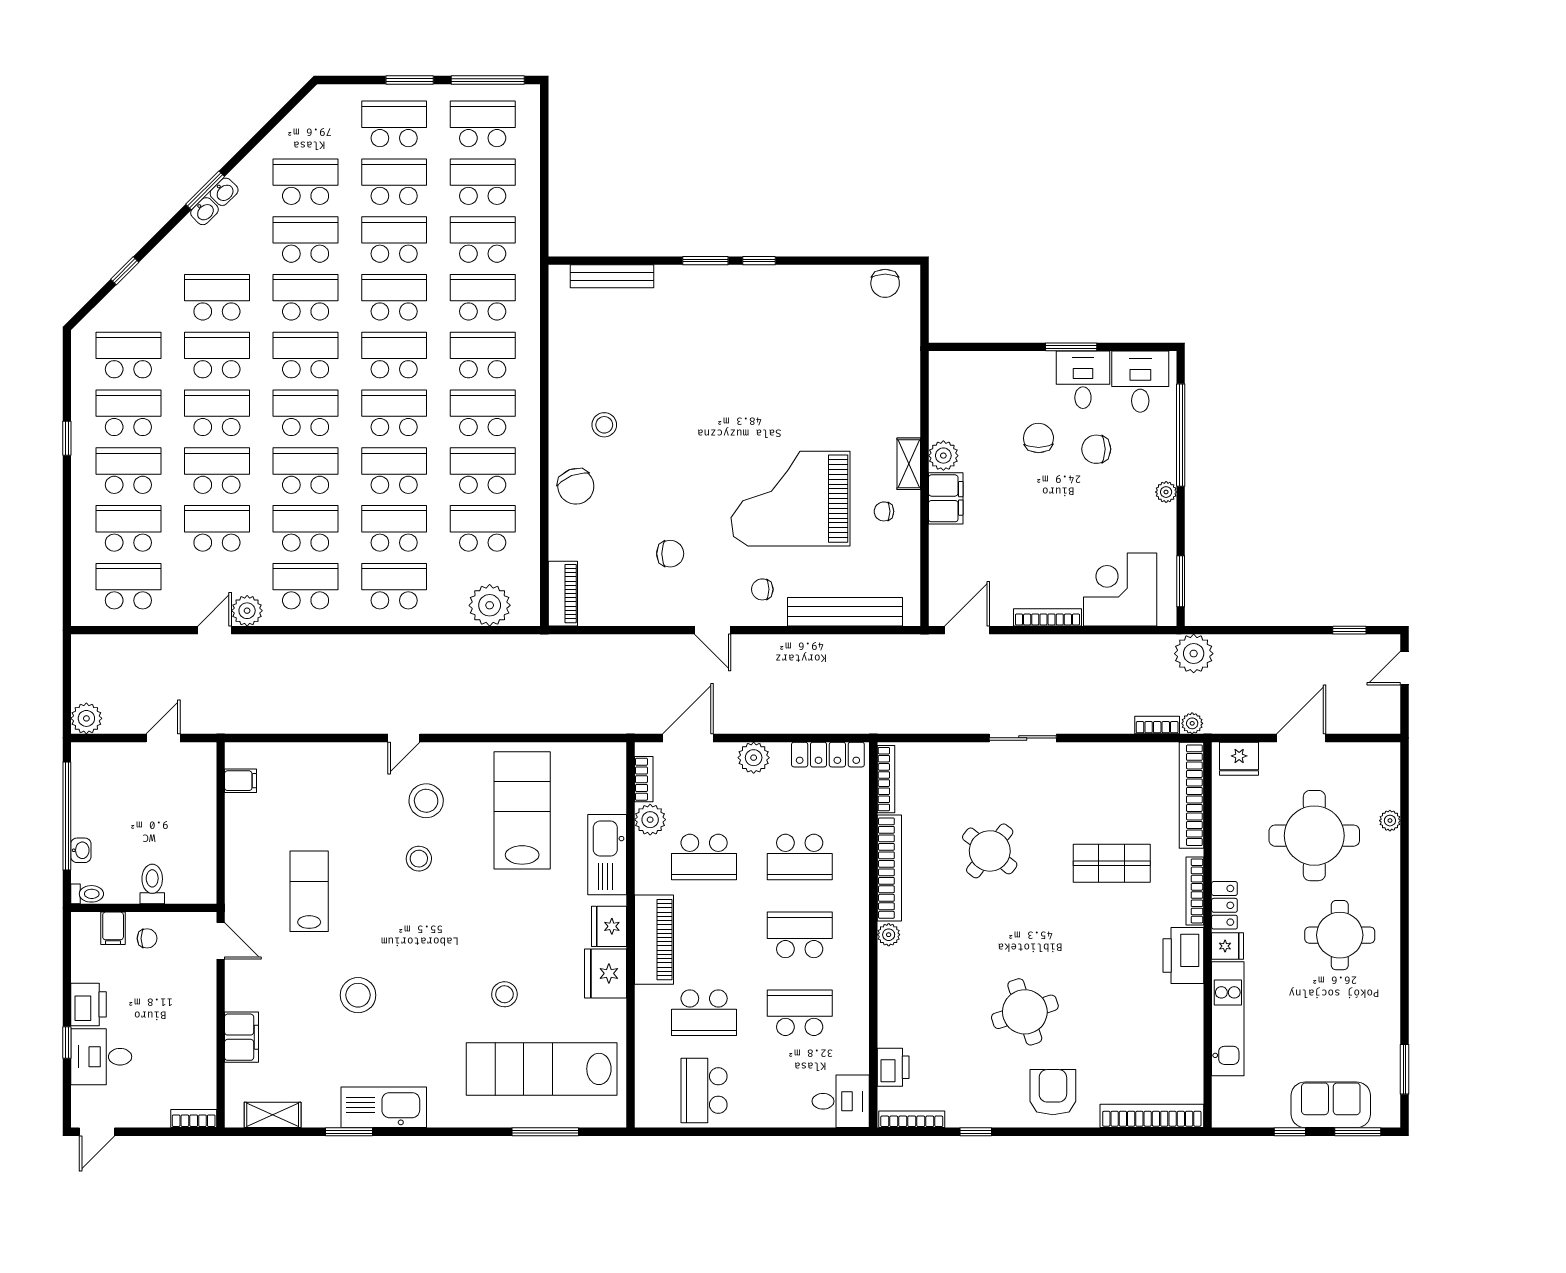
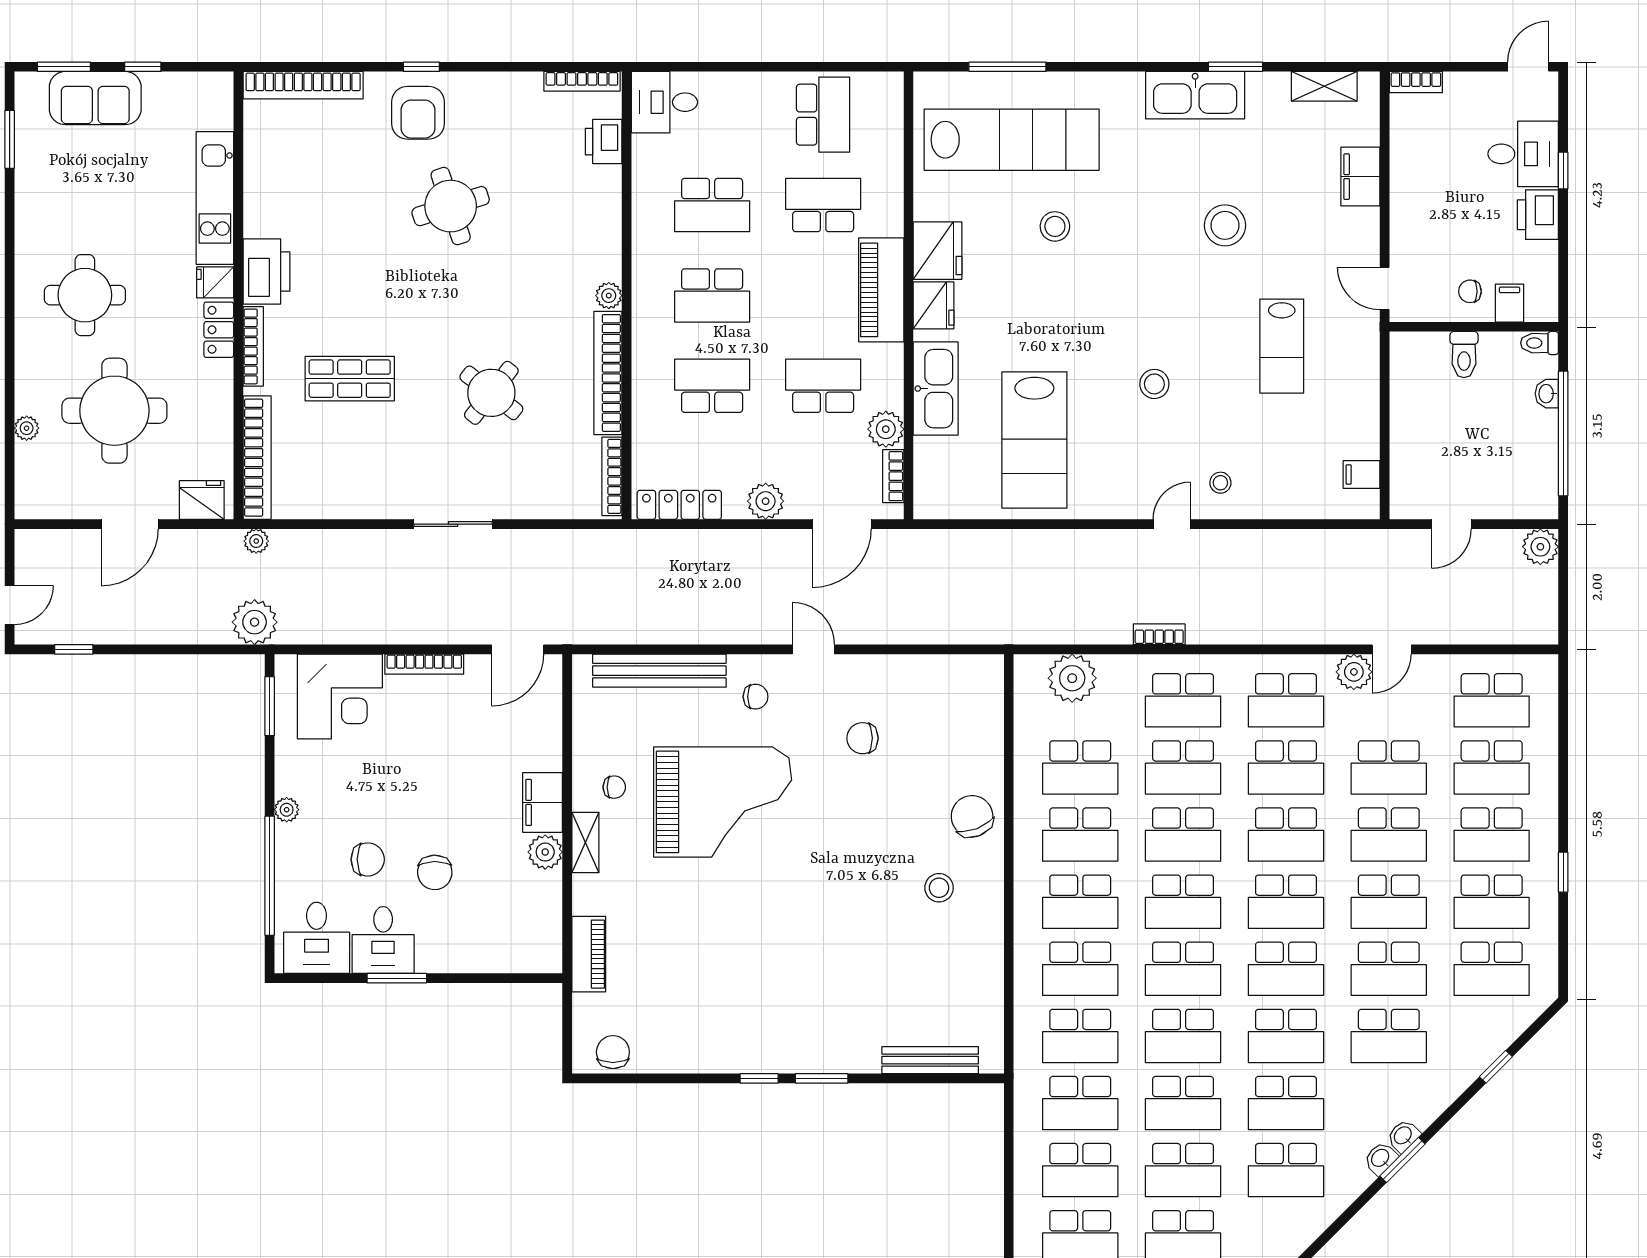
piano: (563, 594) -> (589, 954), moved, turned 180
bookcase: (1157, 725) -> (1159, 634), moved, turned 180
stool: (426, 801) -> (1220, 483), moved, width x0.53, depth x0.53
window: (976, 1132) -> (421, 67), moved

